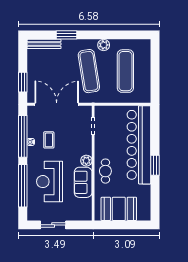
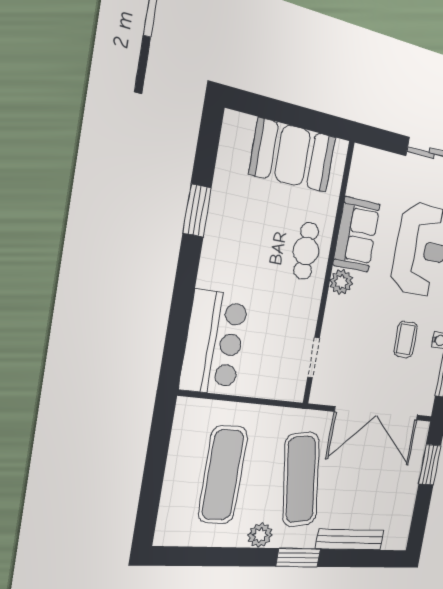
window: (66, 35) -> (298, 558), moved
bench: (44, 44) -> (350, 540), moved
bar counter: (139, 145) -> (214, 343), width x0.54
window: (155, 165) -> (197, 210), moved

